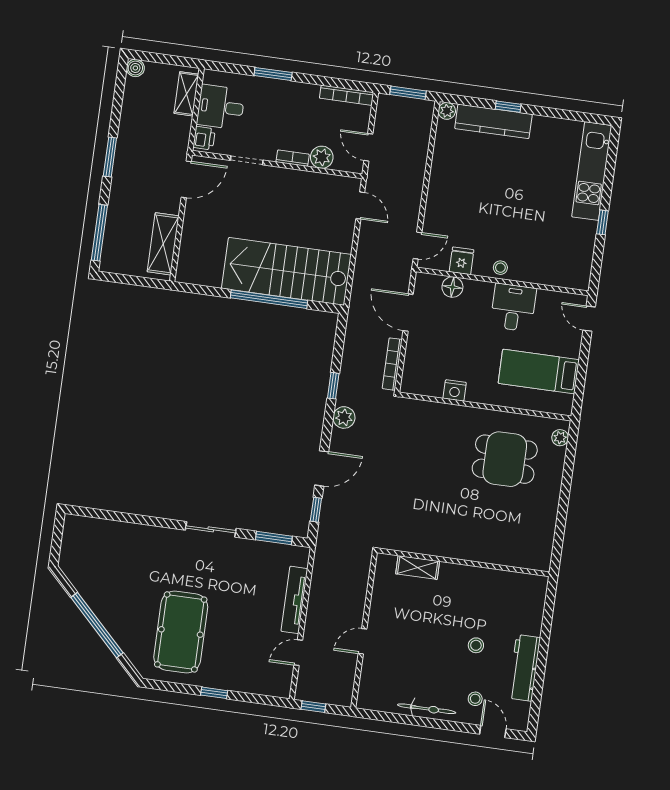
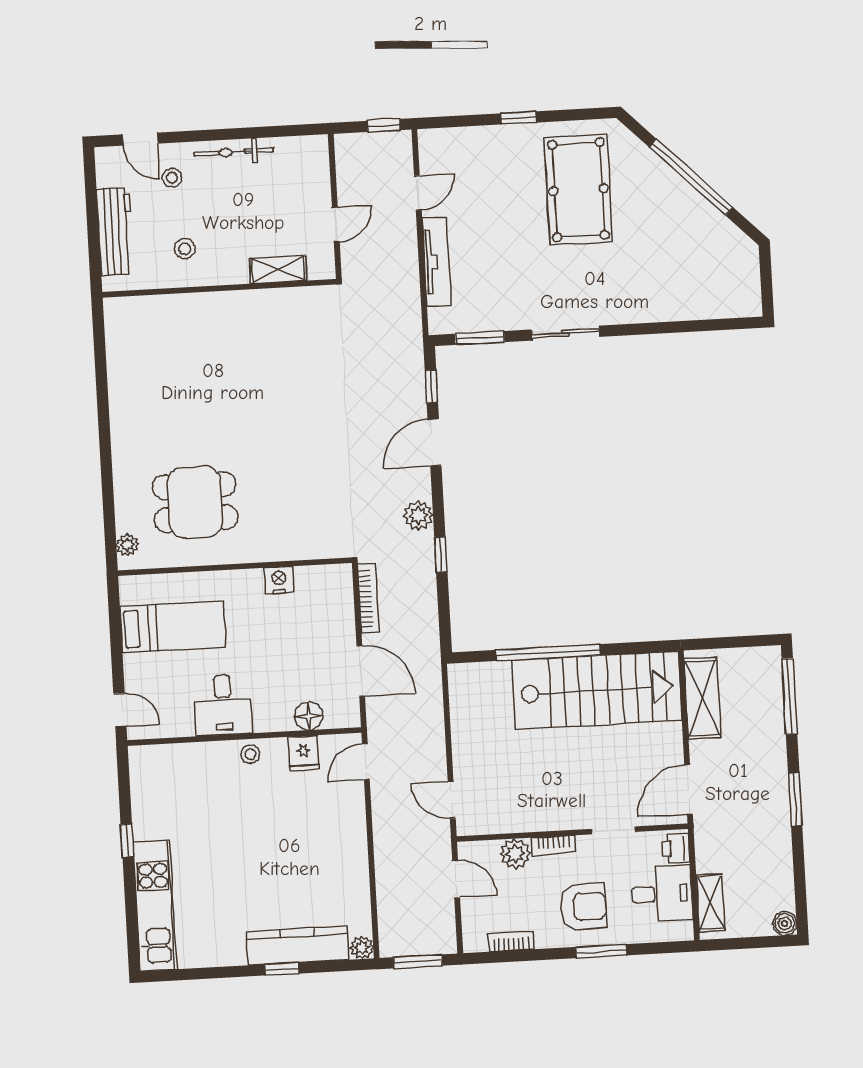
bookcase: (347, 95) -> (511, 941), width x0.64
armchair: (280, 109) -> (583, 907), added
stairs: (286, 271) -> (597, 690), moved
wall: (463, 562) -> (219, 288), moved
shelving: (418, 567) -> (278, 270), moved

